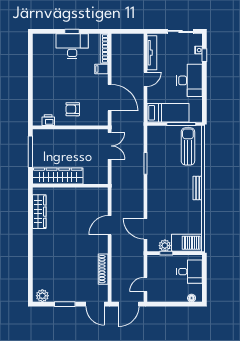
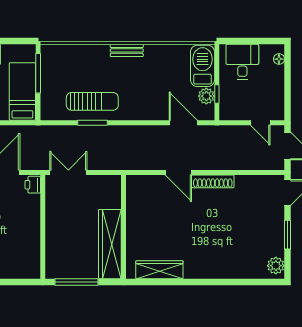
armchair: (73, 109) -> (18, 224), removed
printer: (48, 120) -> (33, 185), moved
sun lounger: (188, 146) -> (92, 101), moved, turned 180
door: (146, 229) -> (183, 123), swing flipped
shoe rack: (103, 269) -> (213, 181), moved

